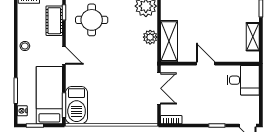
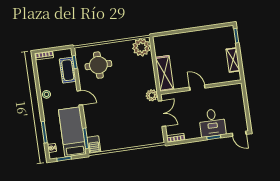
plant: (150, 37) -> (152, 95), moved
desk: (243, 80) -> (212, 123), moved, turned 90
barbecue: (77, 105) -> (94, 145), width x0.53, depth x0.65

